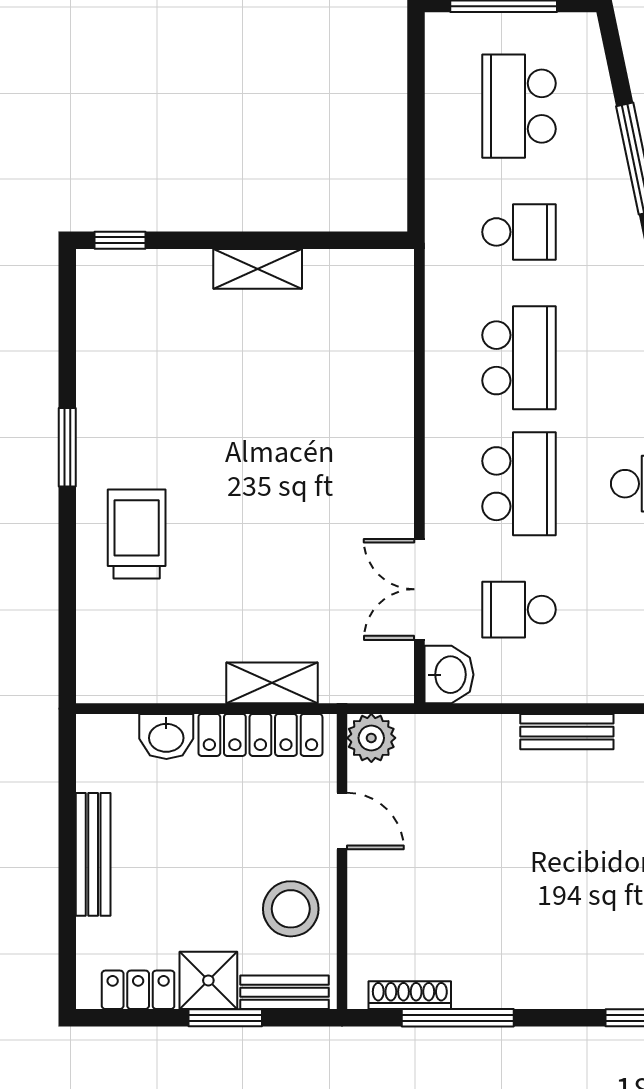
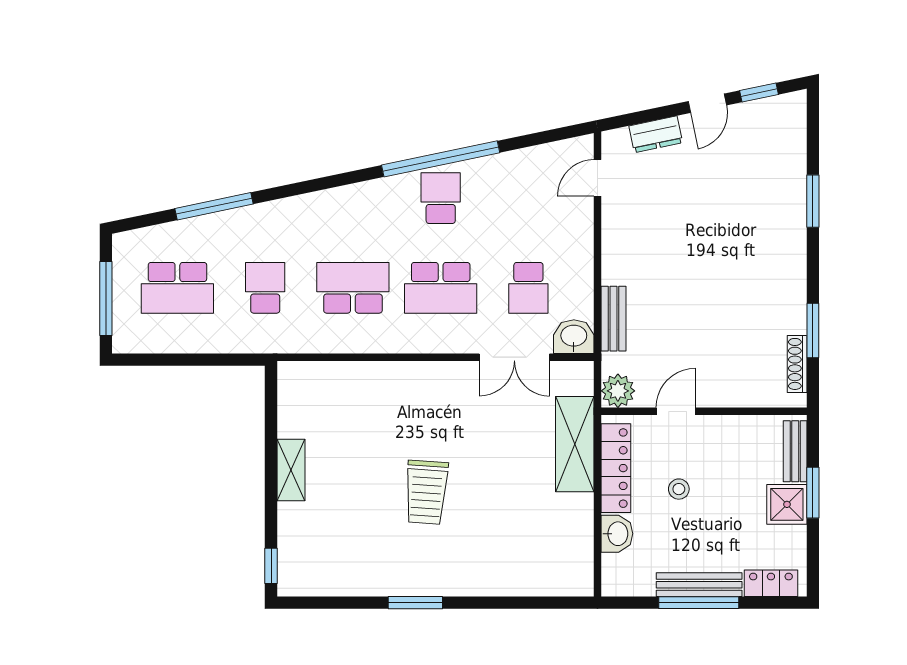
school desk: (519, 484) -> (441, 288), turned 180
trolley: (137, 534) -> (426, 492), moved, turned -86
shelving: (272, 683) -> (575, 444), width x1.50, depth x1.33
bench: (567, 732) -> (613, 319), moved
window: (67, 854) -> (699, 603), added
stool: (291, 909) -> (679, 489), moved, width x0.53, depth x0.53
locker: (138, 990) -> (771, 583), moved, turned 90
window: (458, 1018) -> (813, 331), width x0.69

